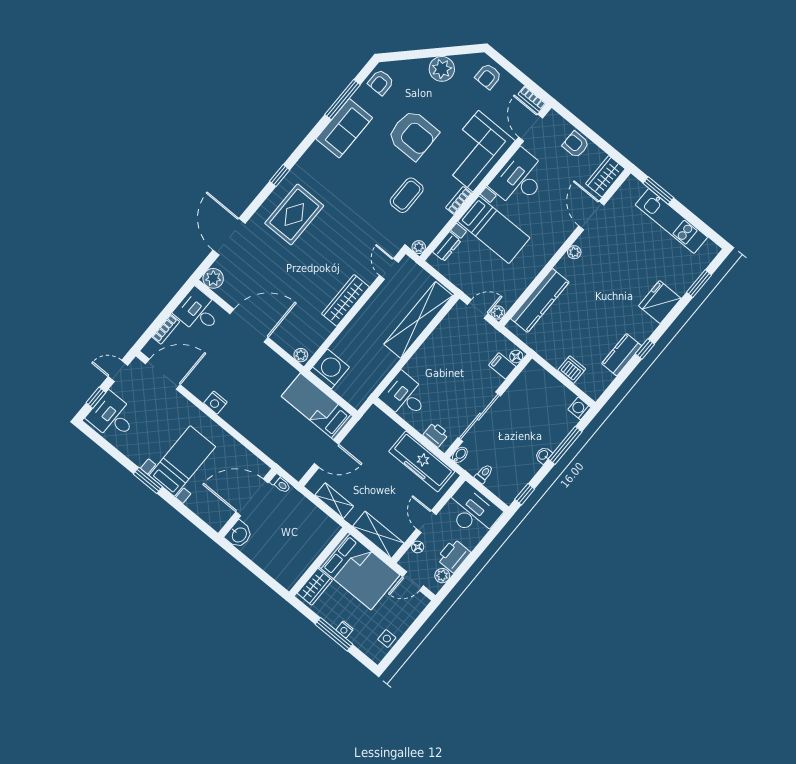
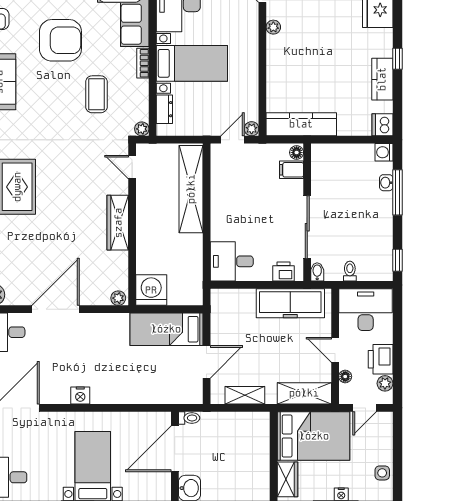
kitchen counter: (540, 300) -> (301, 124), moved, turned -90
dishwasher: (572, 370) -> (382, 125), moved, turned -90
washbasin: (543, 455) -> (386, 183), moved

